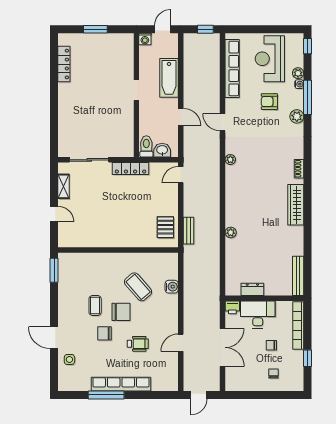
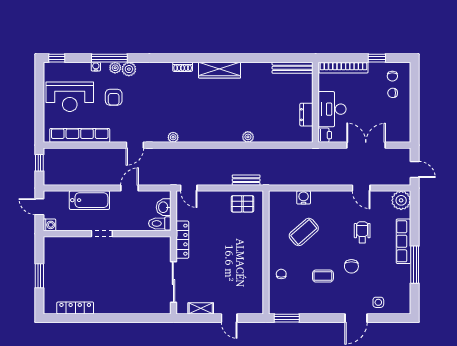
plant: (298, 73) -> (115, 68), moved
door: (54, 214) -> (229, 318), swing flipped
chair: (121, 312) -> (281, 274), moved, width x0.54, depth x0.54
chair: (271, 345) -> (392, 76), moved
plant: (169, 382) -> (401, 200), added
row of seats: (121, 384) -> (403, 241), width x0.73

